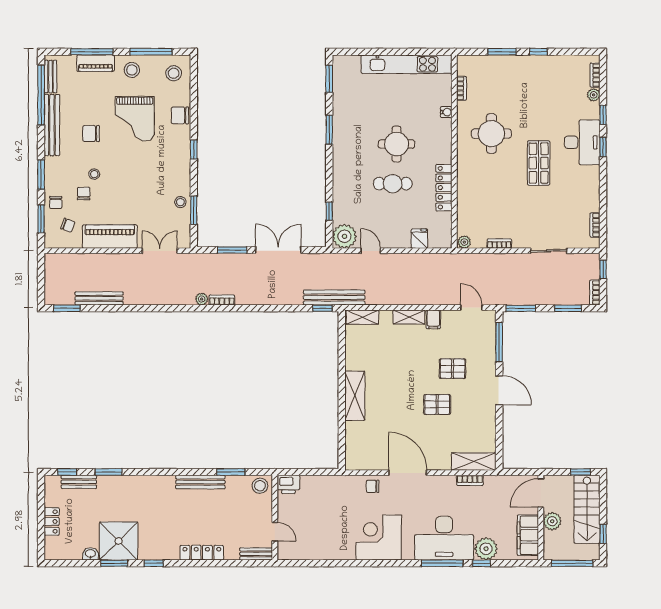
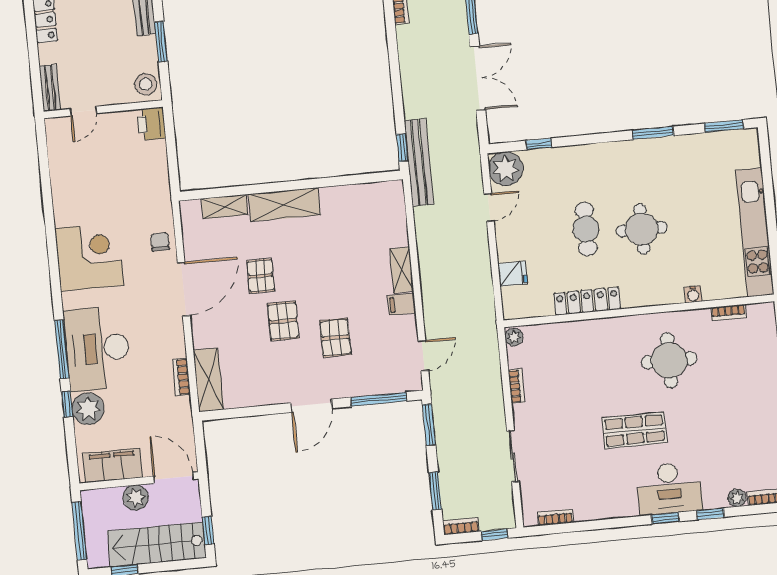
shelving: (362, 317) -> (225, 207), moved, turned 90
pallet: (404, 417) -> (261, 276), added

